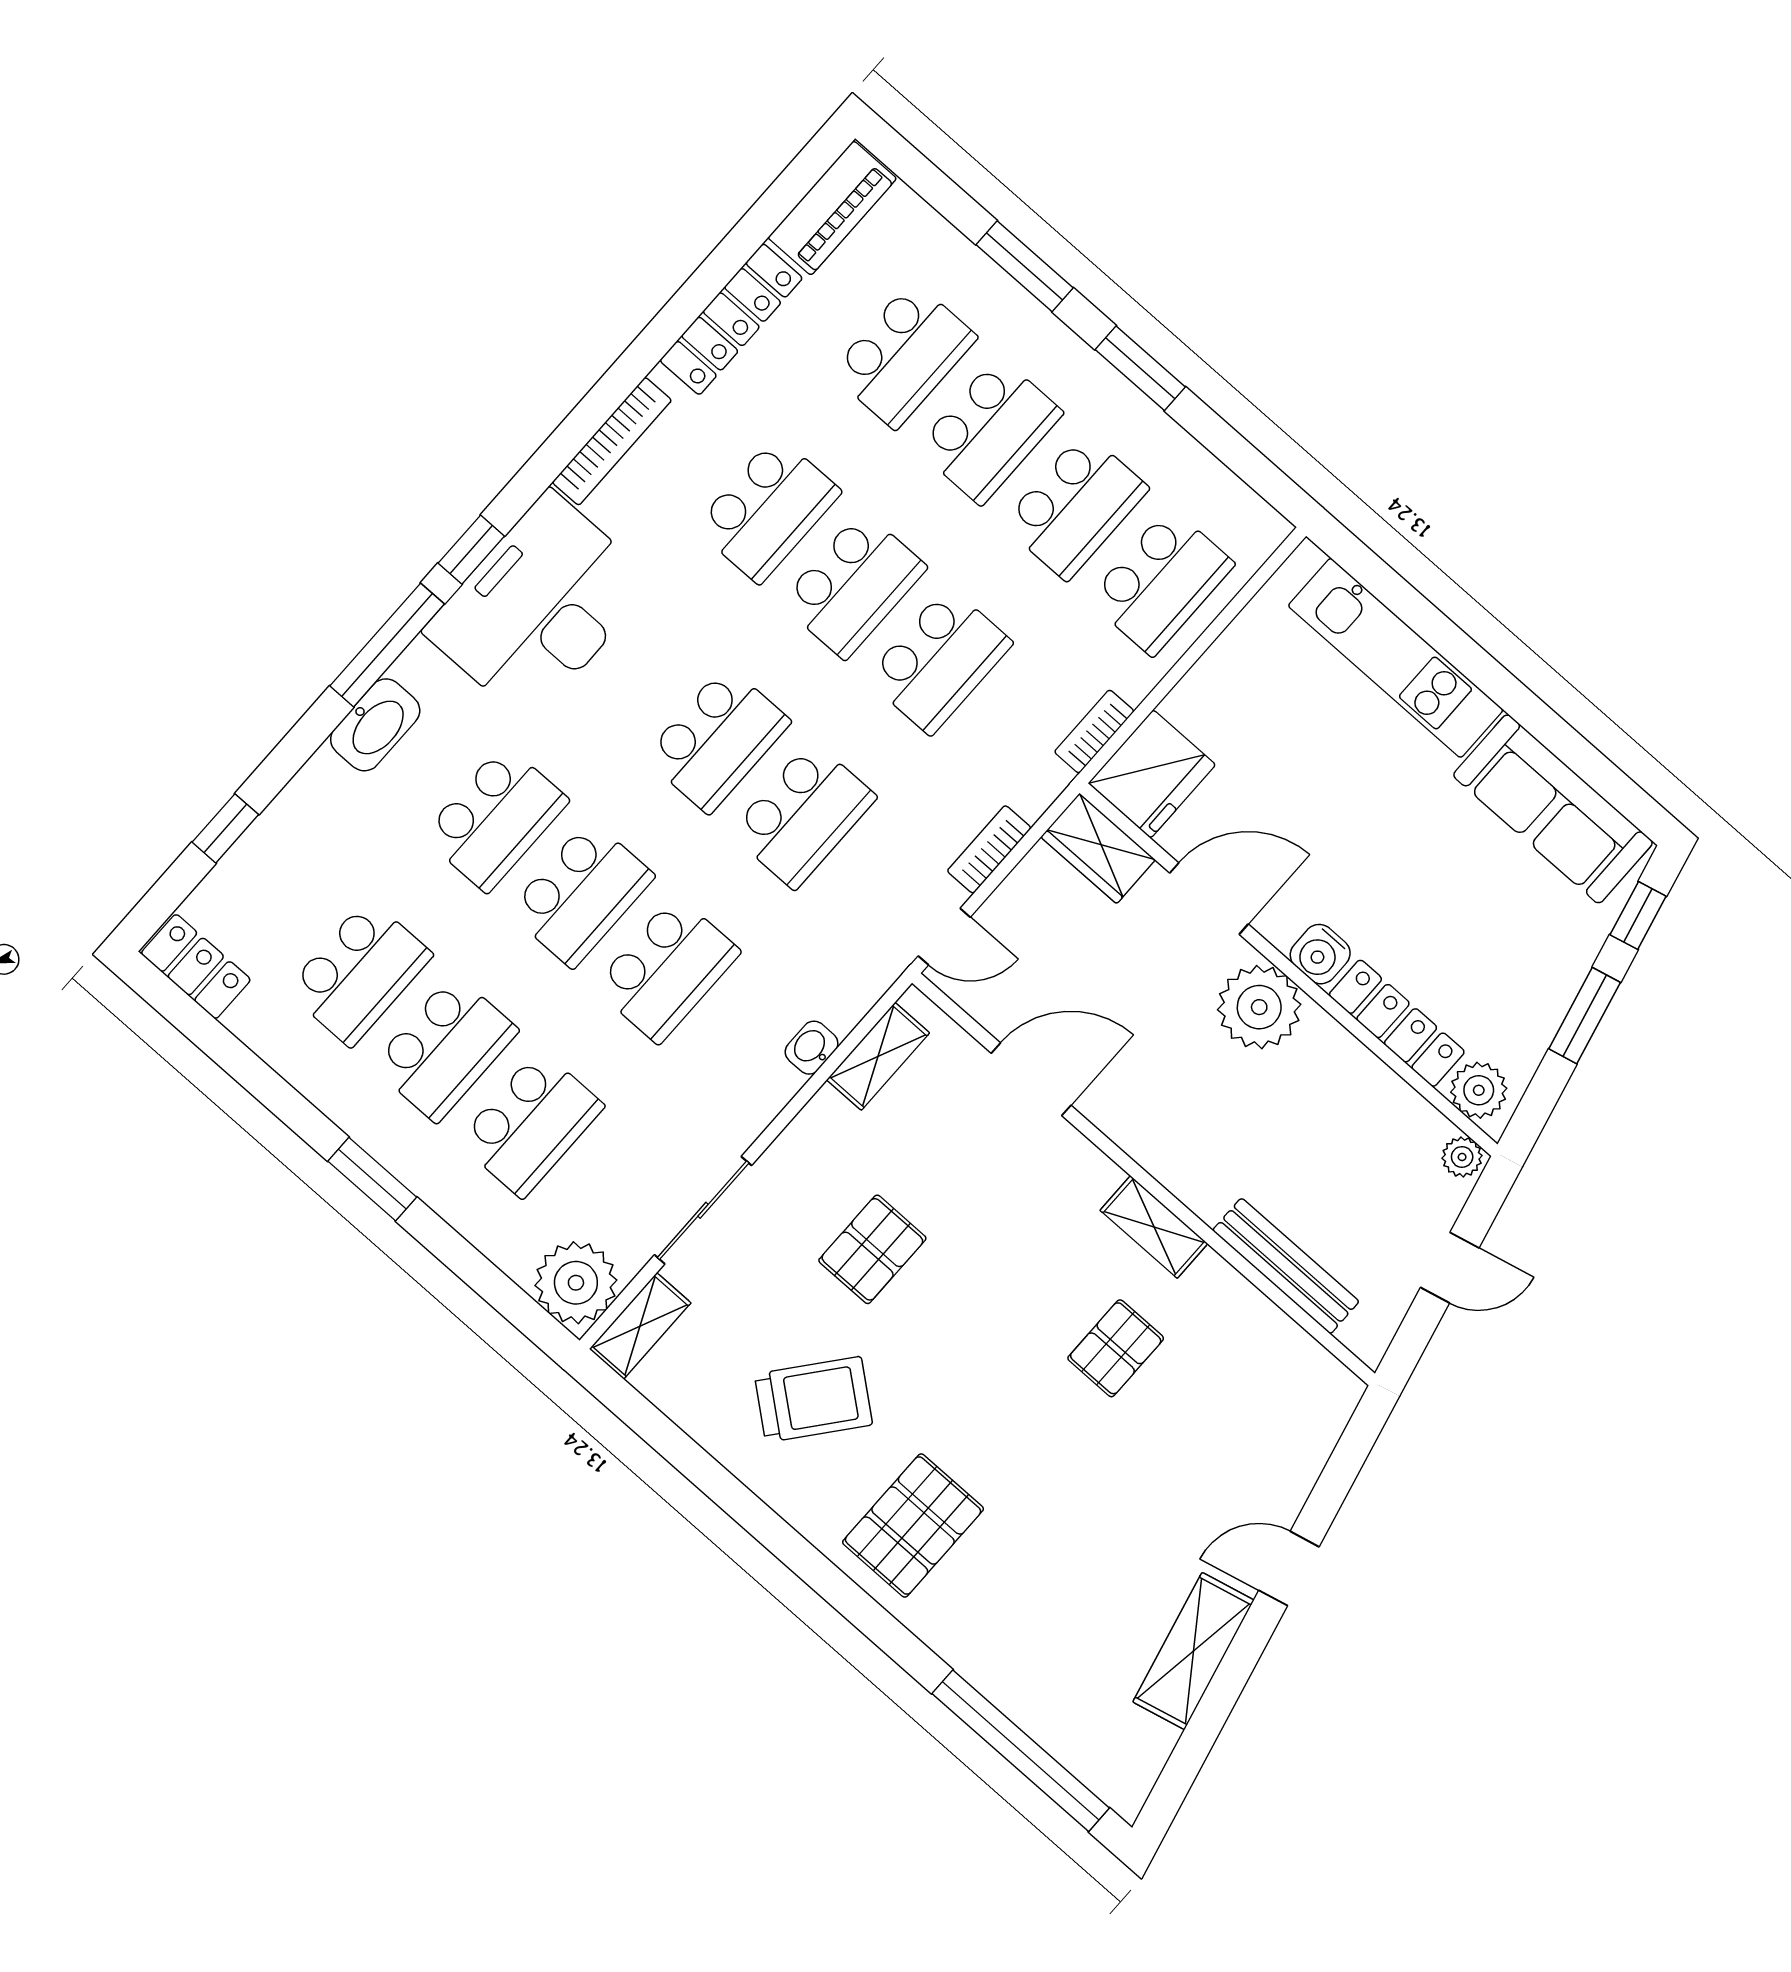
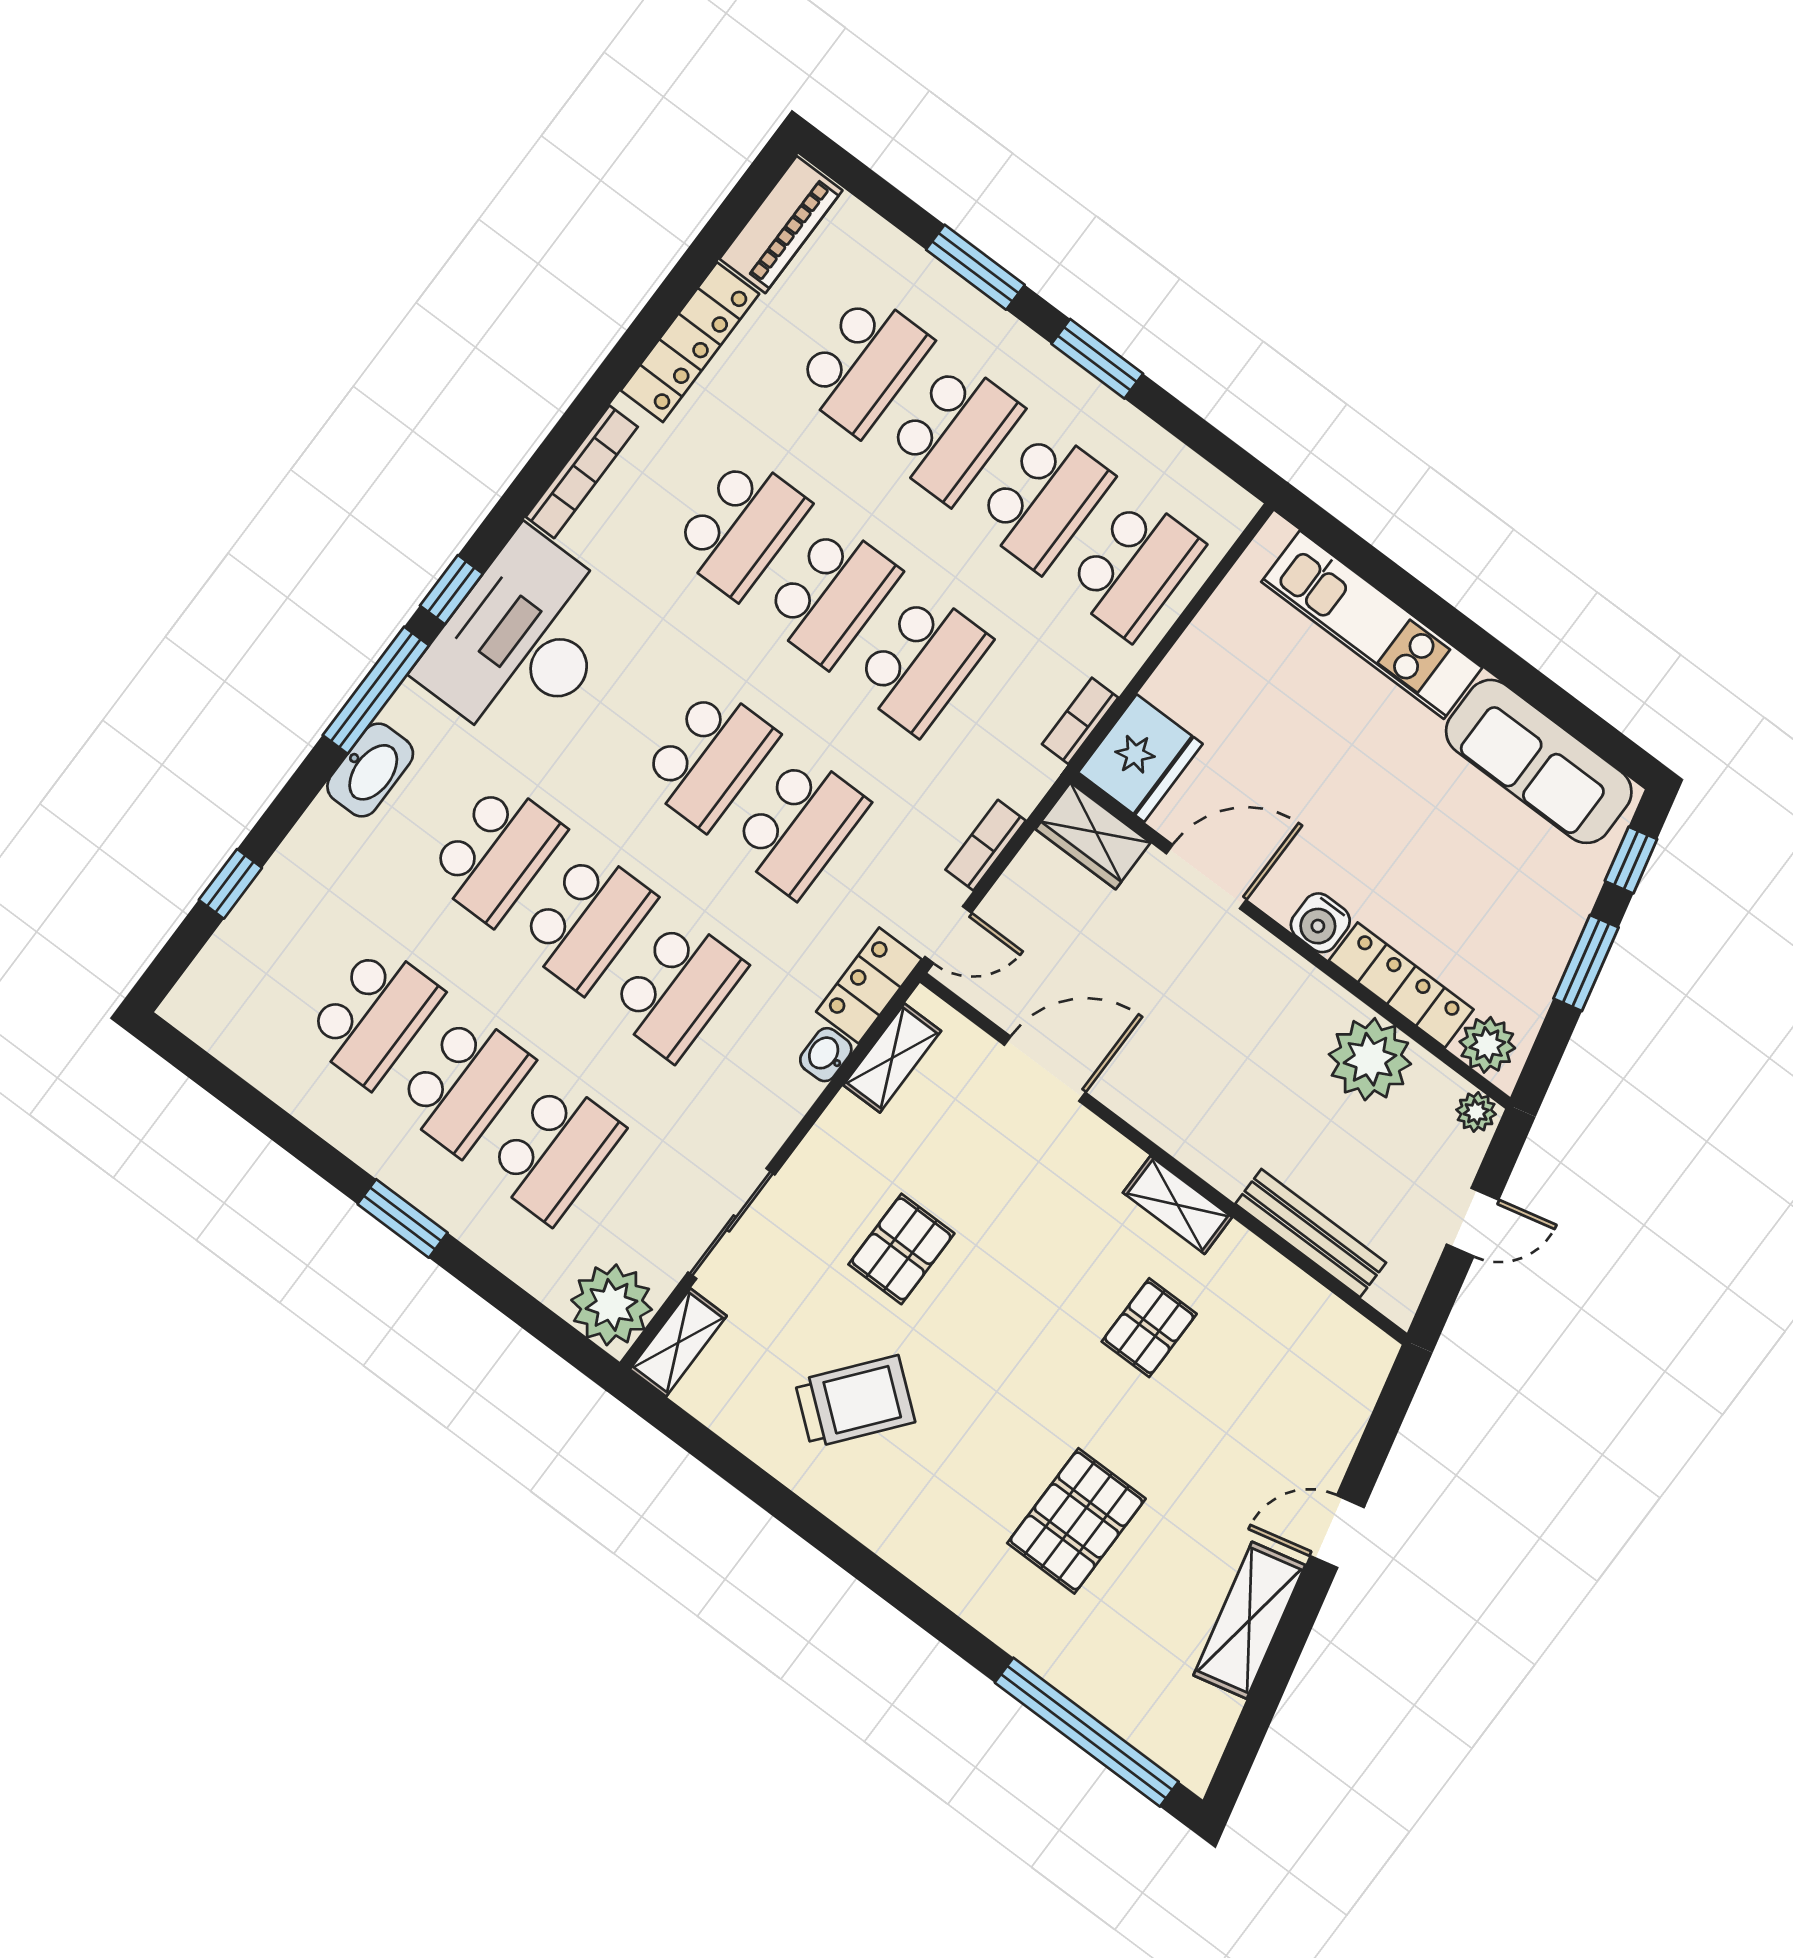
locker: (196, 967) -> (869, 985), moved, turned -90
plant: (1259, 1007) -> (1370, 1059), moved
pallet: (913, 1526) -> (1076, 1521), moved

